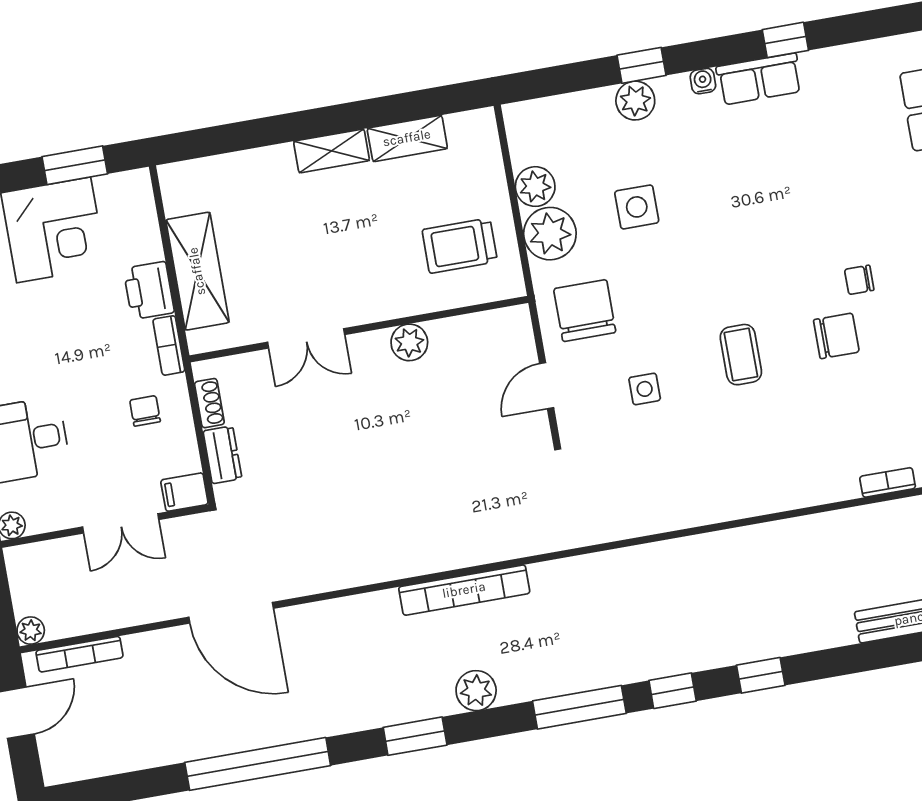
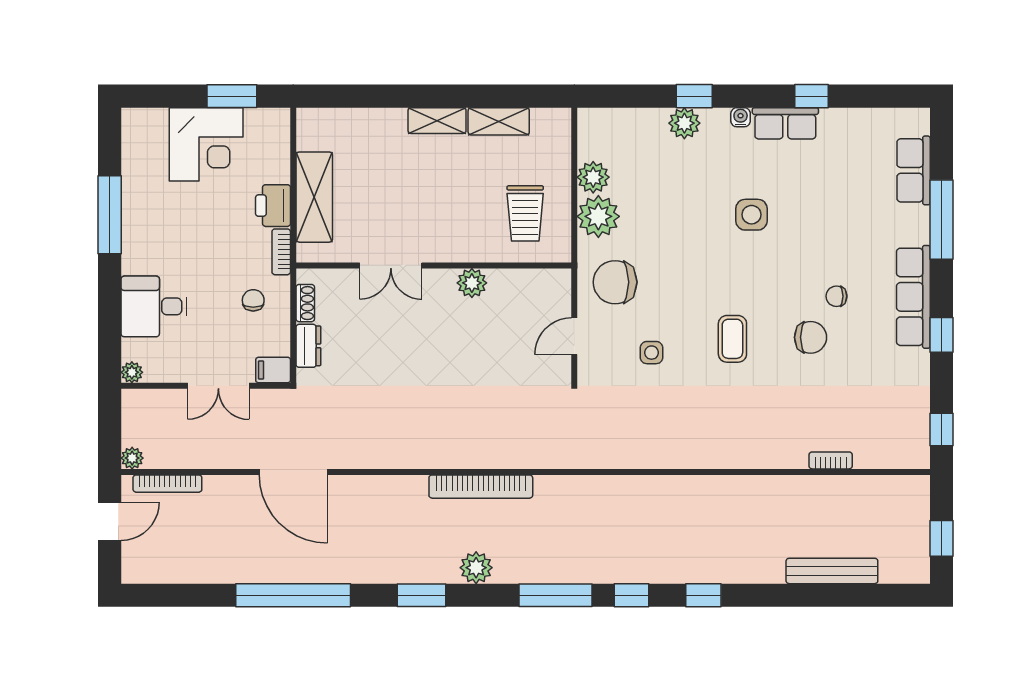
side table: (637, 207) -> (751, 215), moved
trolley: (460, 246) -> (525, 213), turned -90
chair: (585, 311) -> (615, 282), turned -90

